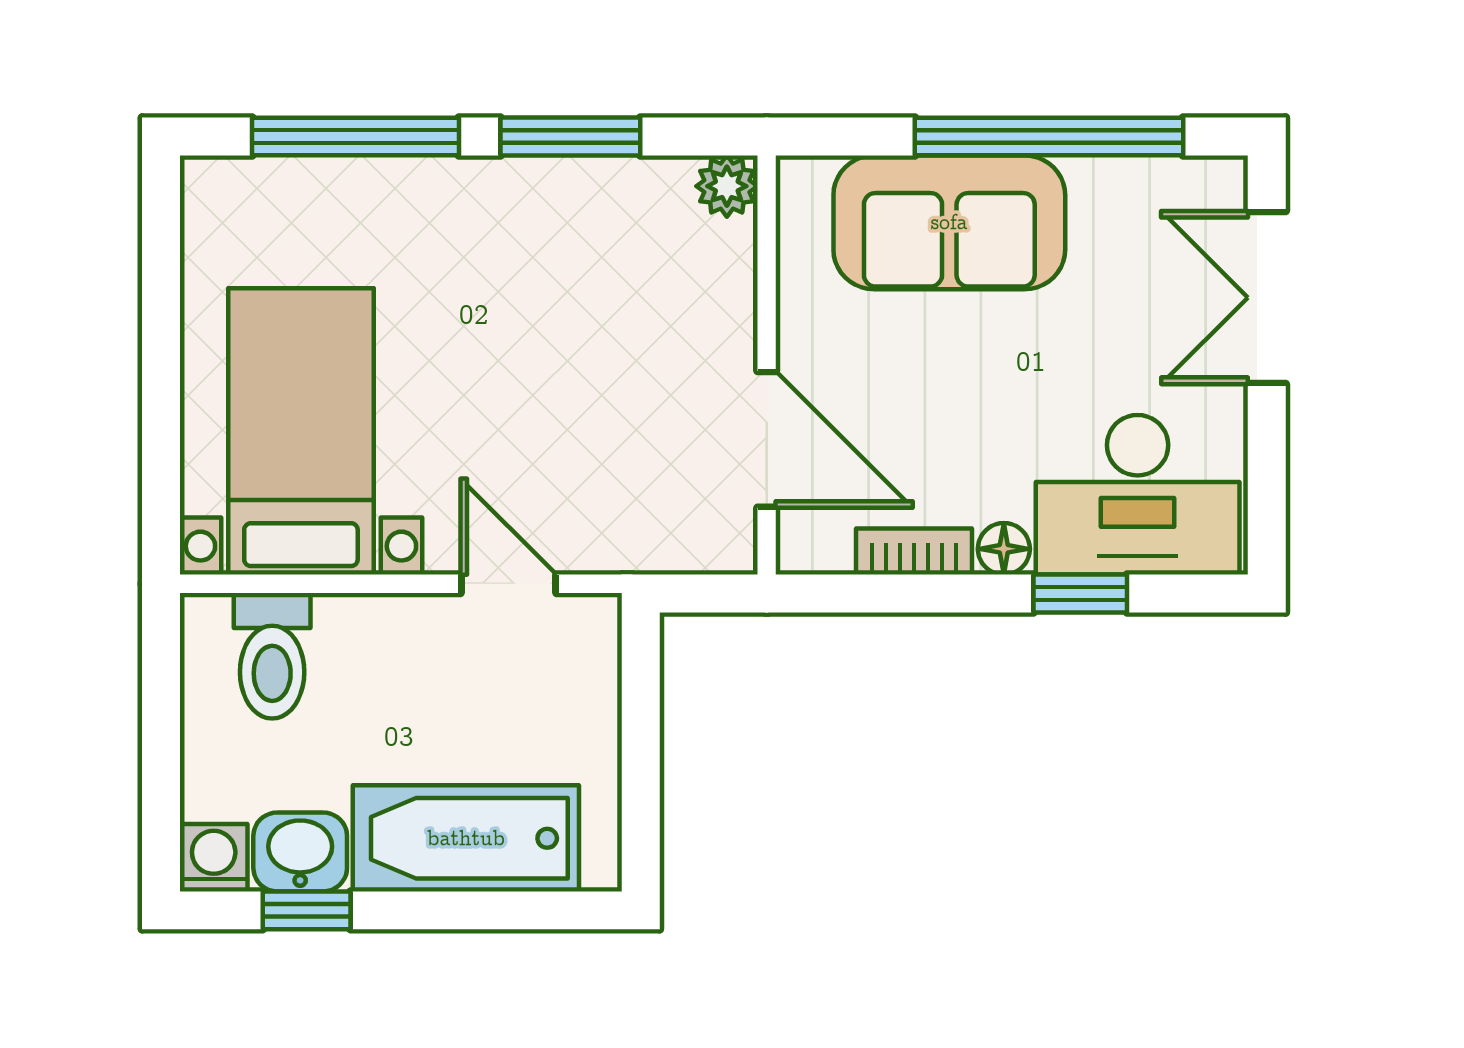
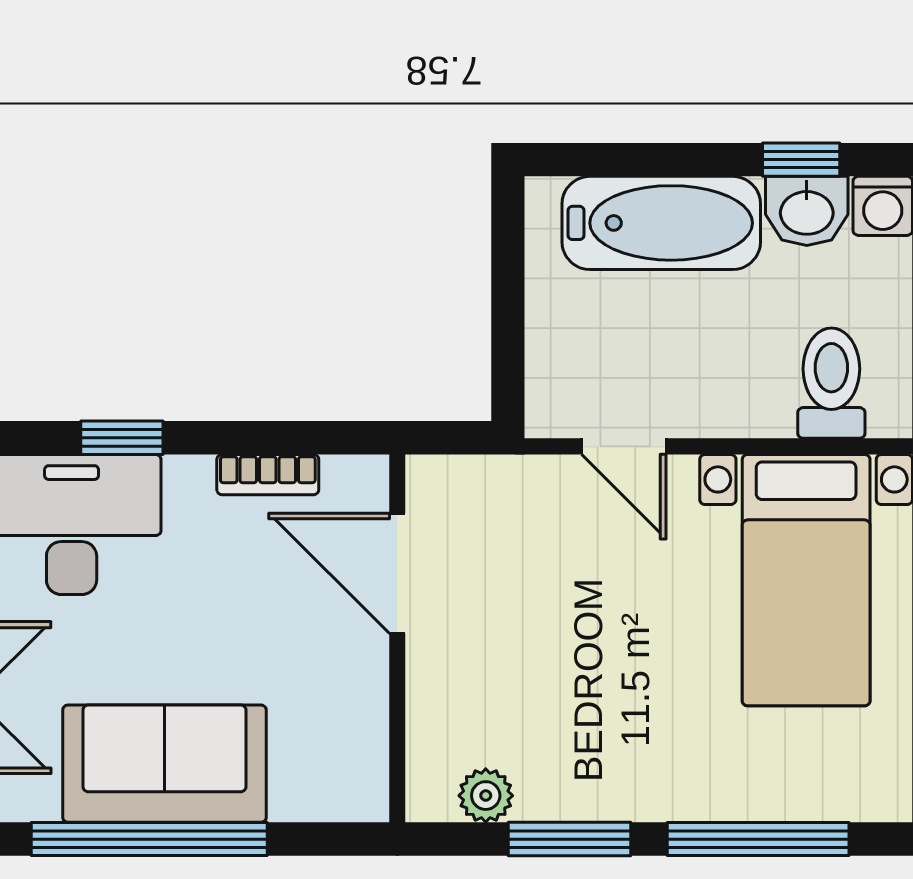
plant: (727, 186) -> (486, 796), moved
sofa: (949, 222) -> (164, 764), moved
floor lamp: (1004, 549) -> (189, 477), removed

